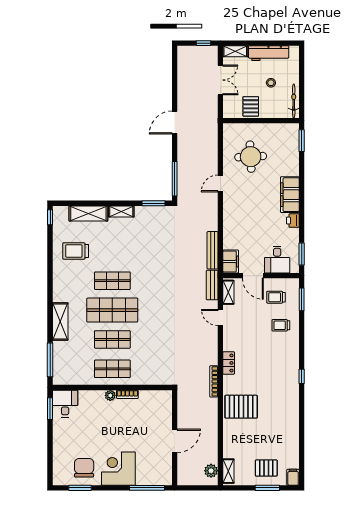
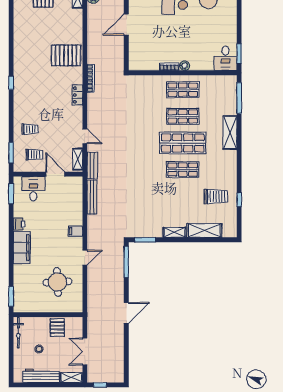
window: (50, 217) -> (239, 200), moved
filing cabinet: (231, 261) -> (76, 231), moved, width x0.50

